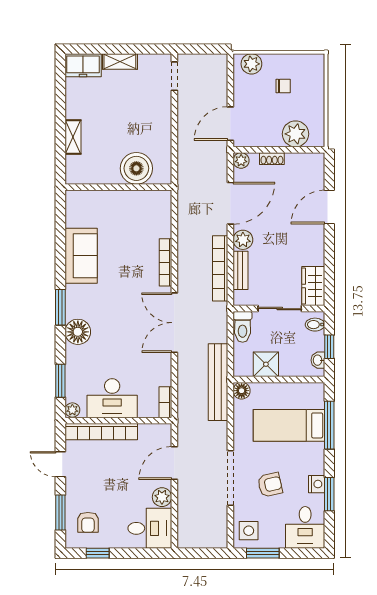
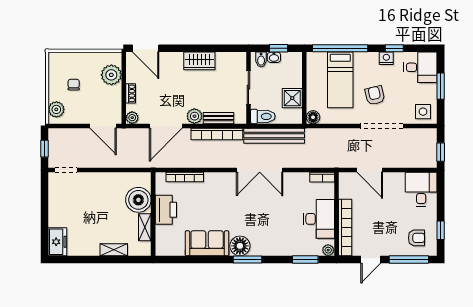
window: (202, 49) -> (45, 149), added
shelving: (120, 61) -> (145, 227), moved
printer: (124, 203) -> (166, 210), added
door: (230, 203) -> (166, 126), swing flipped
door: (329, 207) -> (146, 48), moved
bookcase: (165, 262) -> (185, 177), moved
wardrobe: (313, 286) -> (199, 61), moved
floor lamp: (78, 332) -> (240, 246), moved
washbasin: (318, 360) -> (274, 57), moved
bench: (218, 382) -> (274, 136), moved
window: (329, 425) -> (340, 48), width x1.46
armchair: (270, 485) -> (375, 95), moved
window: (329, 494) -> (394, 48), width x0.67
plant: (162, 497) -> (397, 180), removed
window: (60, 513) -> (409, 260), width x1.44
window: (197, 553) -> (441, 152), added
window: (263, 553) -> (441, 86), moved

